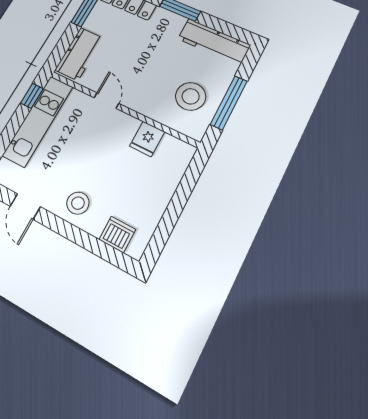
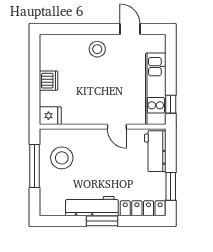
workbench: (214, 42) -> (92, 206), moved
fridge: (147, 139) -> (50, 116), moved, turned 90
dishwasher: (117, 234) -> (49, 81), moved, turned -90

